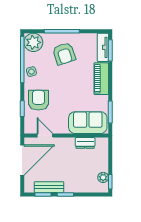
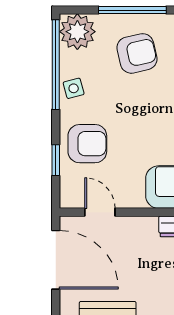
armchair: (64, 54) -> (137, 53), turned -85
armchair: (38, 100) -> (87, 144), turned 90
door: (22, 160) -> (56, 260), hinge flipped

